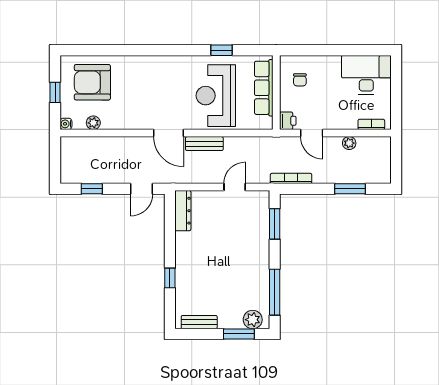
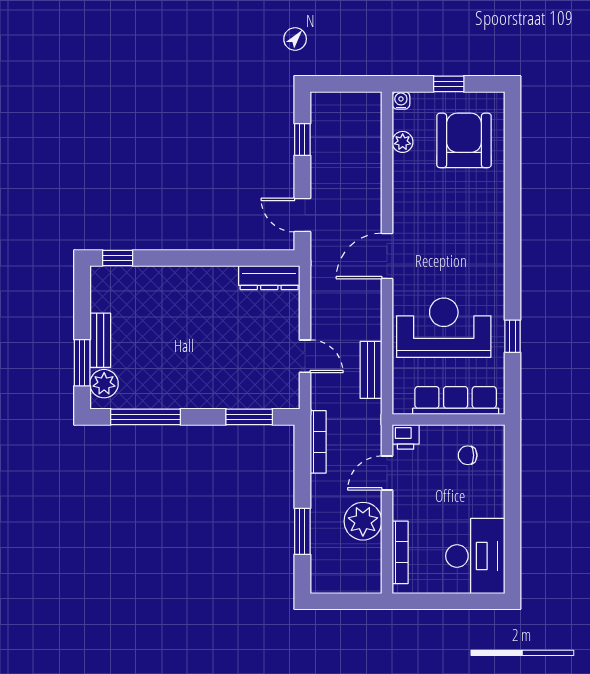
bookcase: (371, 124) -> (400, 552), width x1.56
plant: (349, 143) -> (363, 521), width x1.88, depth x1.88
bench: (204, 144) -> (371, 370), moved
window: (170, 278) -> (118, 258), moved
bench: (199, 322) -> (100, 340), moved

